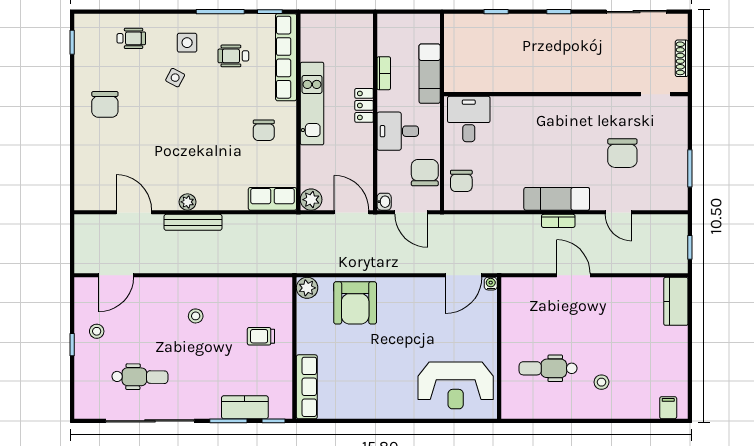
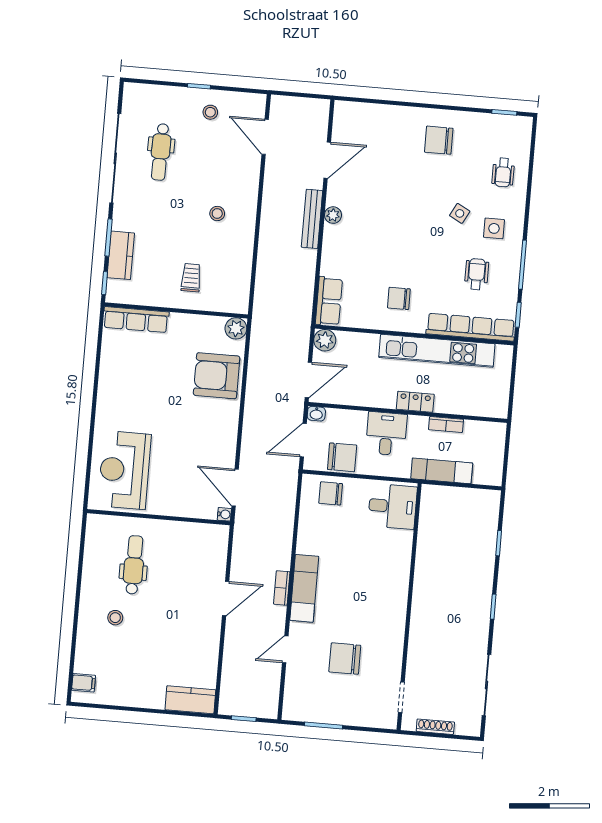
kitchen unit: (312, 104) -> (437, 351), width x1.36

